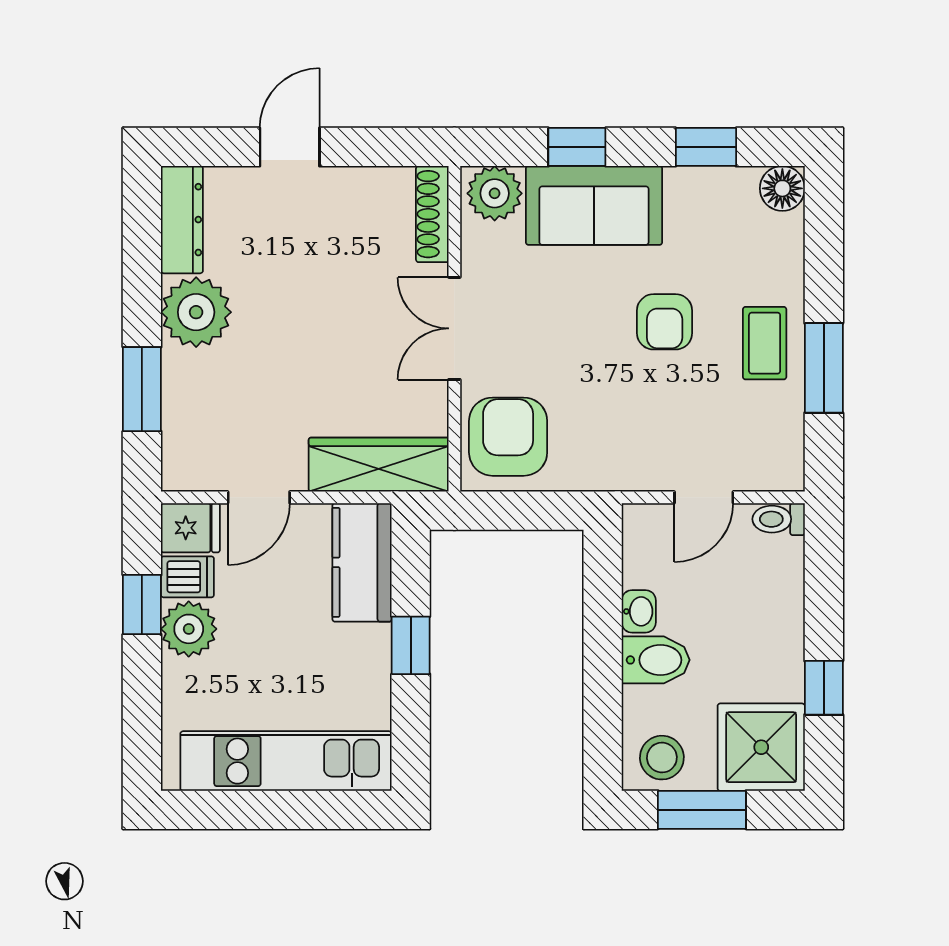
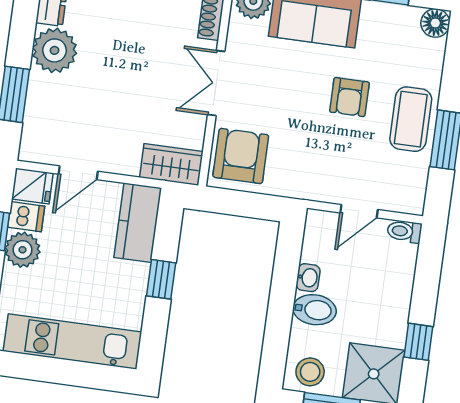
coffee table: (765, 343) -> (411, 119), width x1.36, depth x1.30
wardrobe: (379, 465) -> (171, 164), width x0.67

